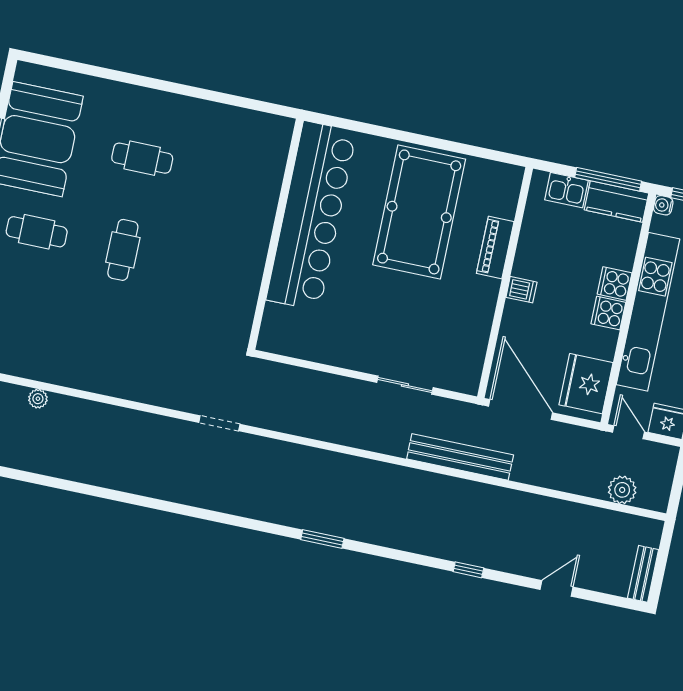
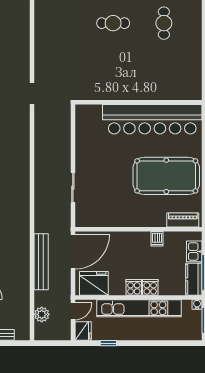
piano: (495, 248) -> (183, 220), moved
dishwasher: (521, 290) -> (157, 239), moved
bench: (460, 457) -> (41, 262), moved

